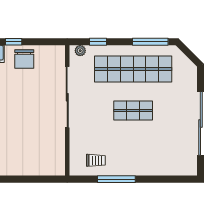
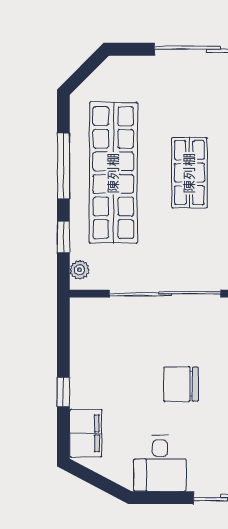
window: (150, 42) -> (63, 166), moved
chair: (24, 59) -> (181, 384), moved, turned 180

